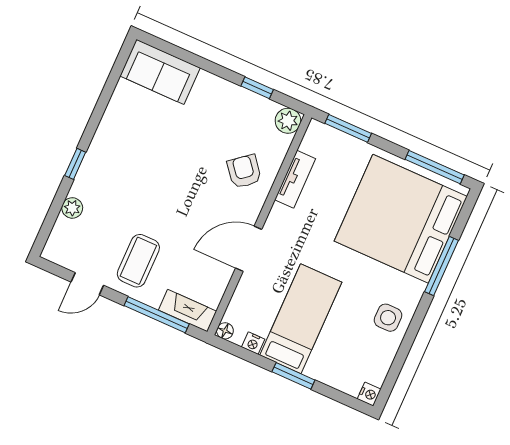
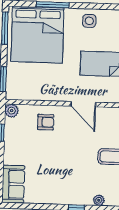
armchair: (244, 171) -> (46, 122), turned -141
tv unit: (295, 179) -> (39, 95), removed

